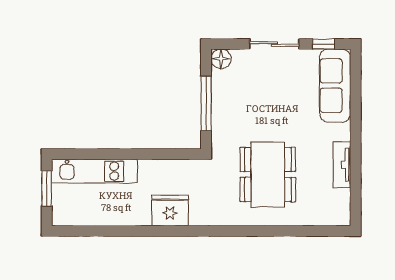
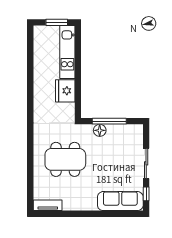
floor lamp: (221, 59) -> (100, 130), moved
tv unit: (342, 165) -> (48, 205), moved
fridge: (170, 211) -> (65, 91), moved, turned 180

